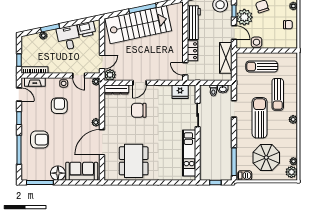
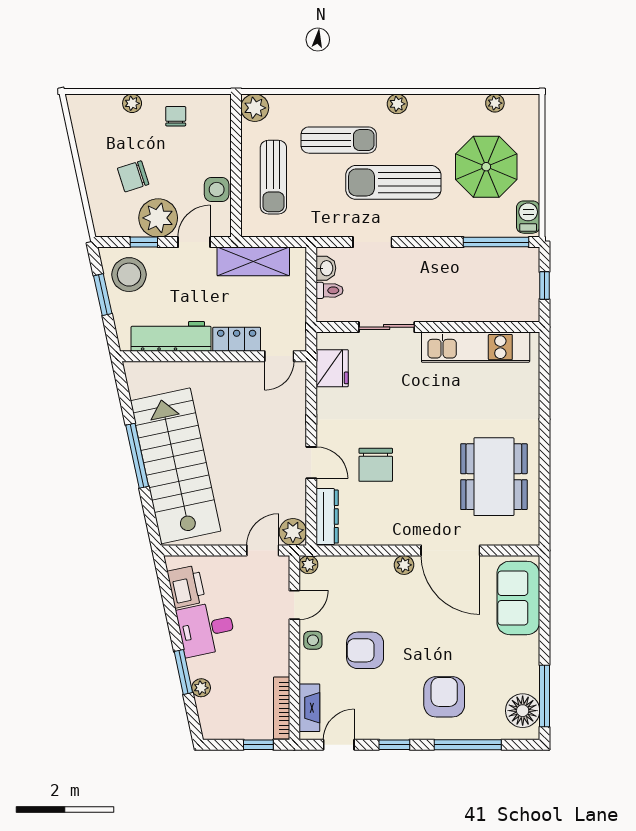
door: (102, 62) -> (263, 550), hinge flipped
dining table: (134, 161) -> (494, 477), turned 90
plant: (291, 172) -> (255, 108), moved
floor lamp: (58, 173) -> (523, 711), moved

